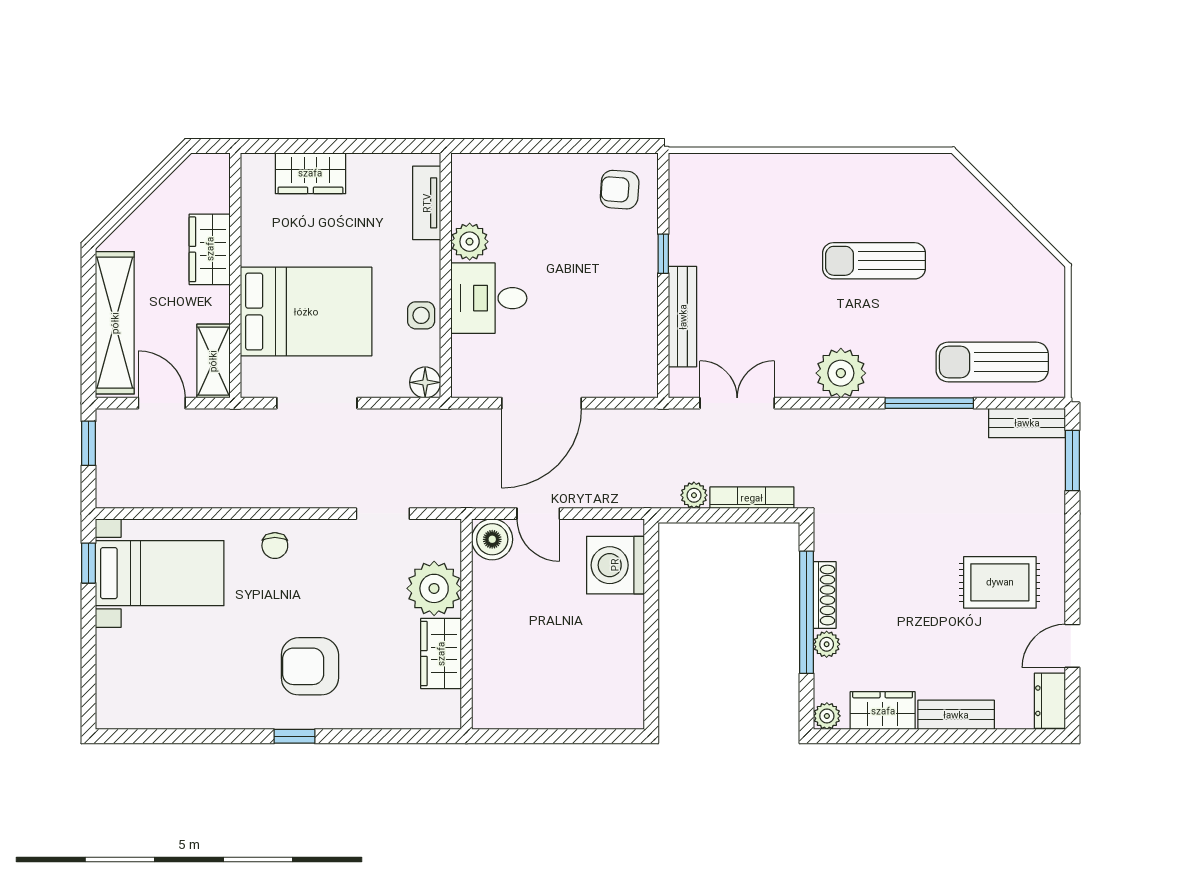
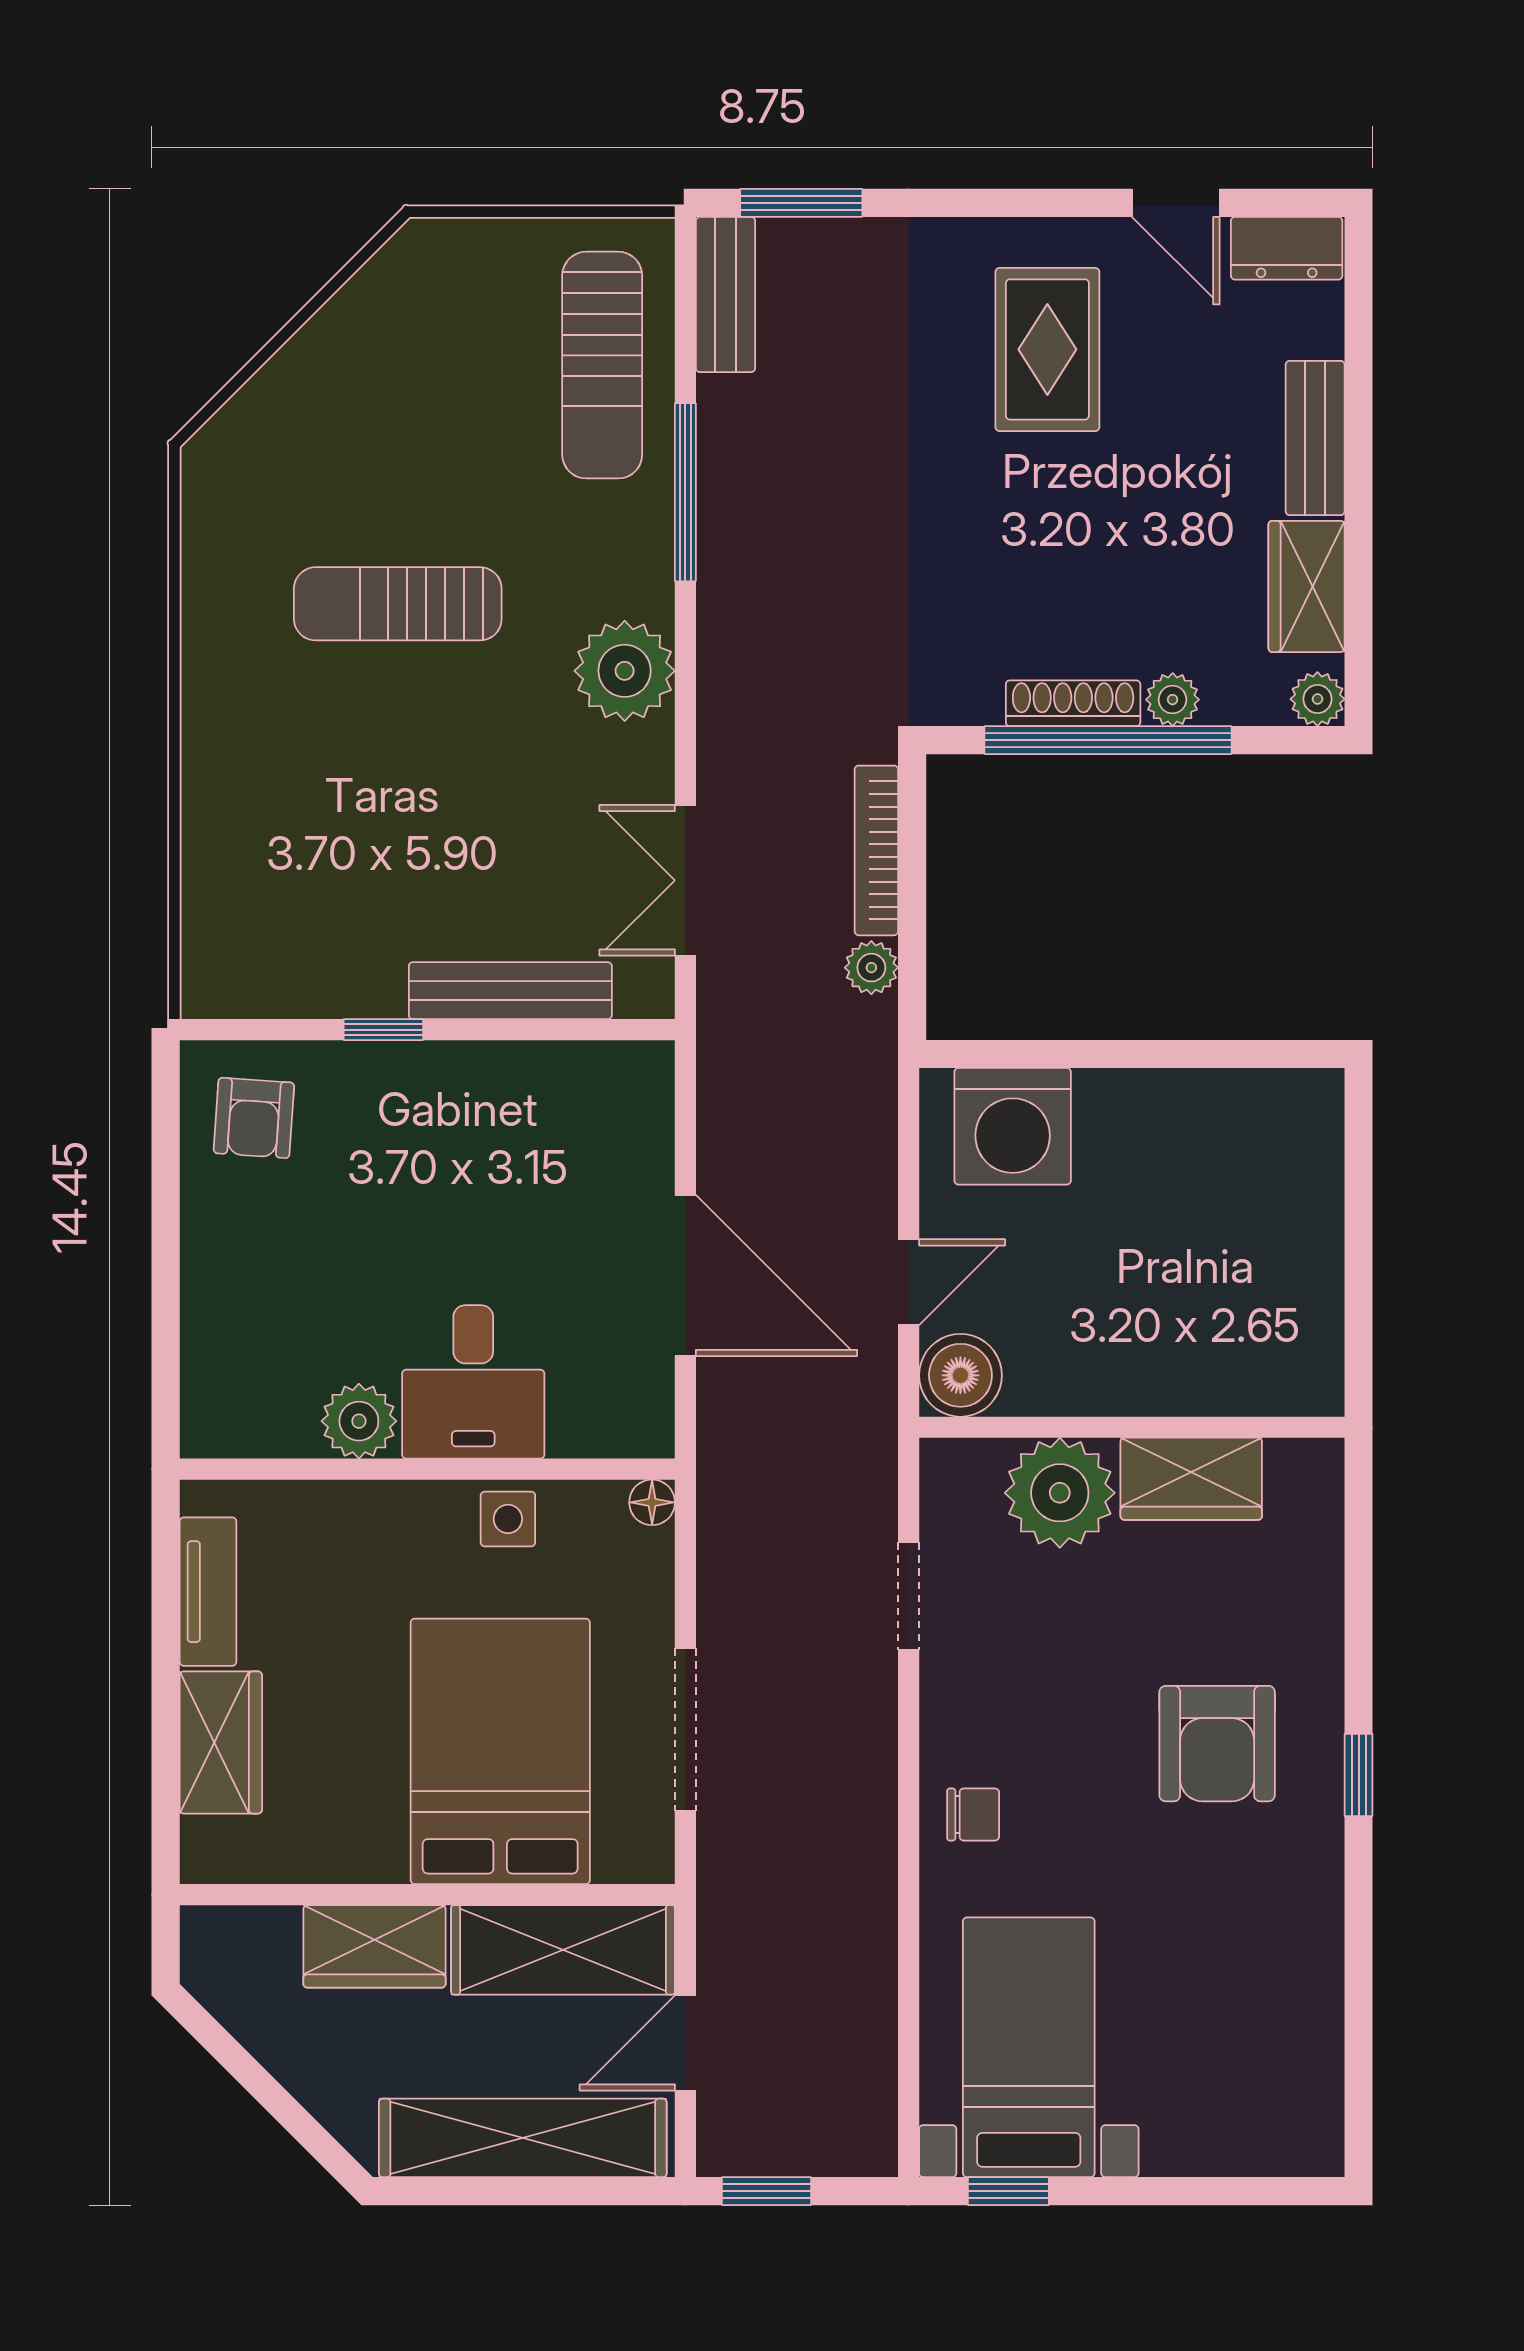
tv unit: (427, 203) -> (208, 1592), moved, turned -90
sun lounger: (874, 261) -> (398, 604), turned 90
shelving: (213, 361) -> (563, 1950), width x1.50, depth x1.33
floor lamp: (425, 382) -> (652, 1502), width x0.73, depth x0.73

